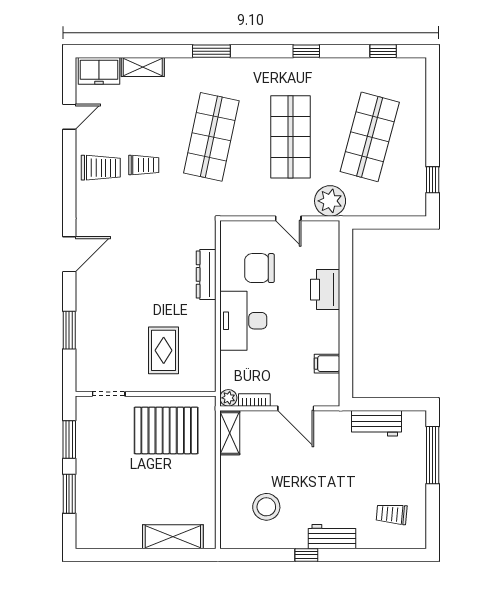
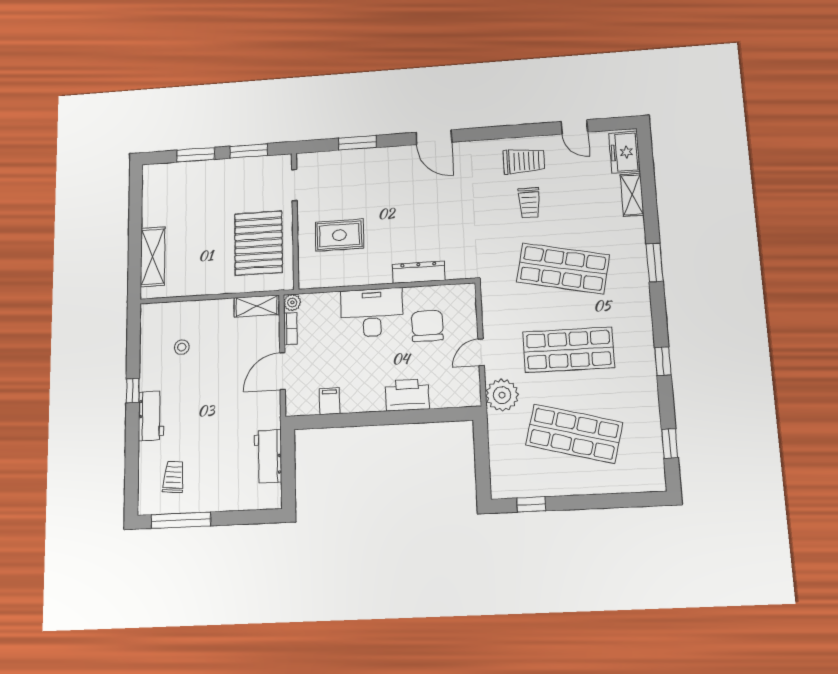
trolley: (101, 168) -> (524, 161), turned -90
window: (433, 455) -> (181, 520), moved
stool: (266, 507) -> (182, 347), width x0.53, depth x0.53

